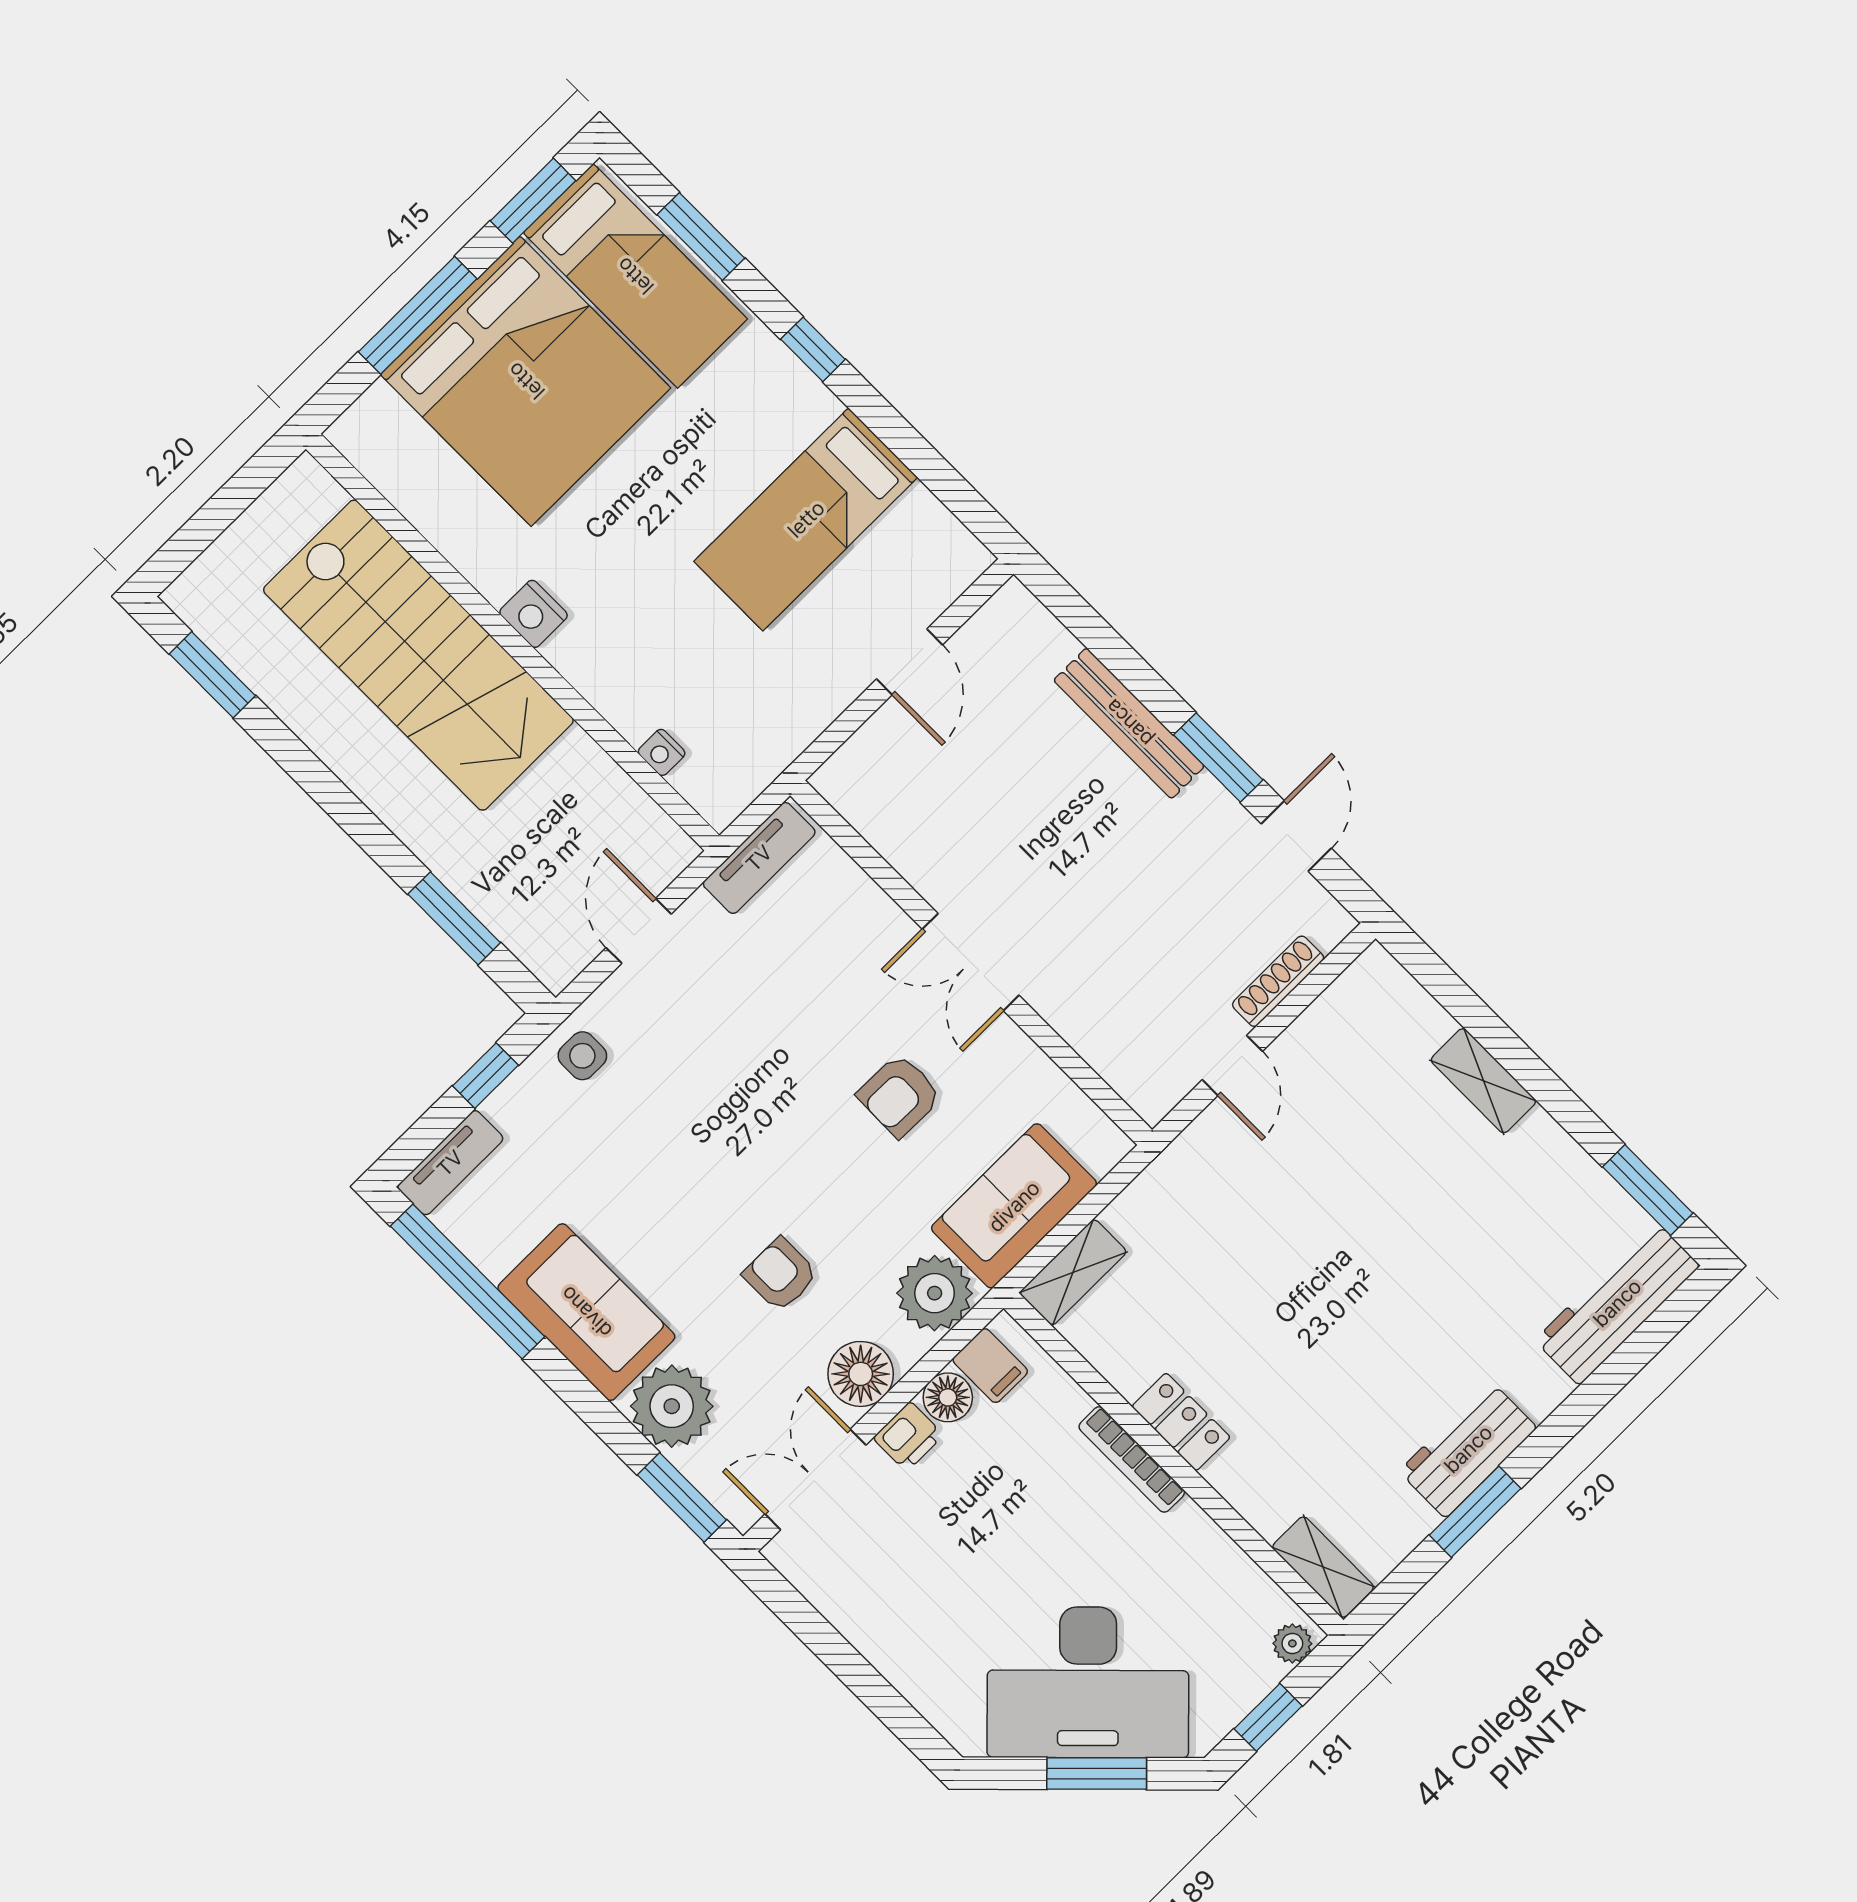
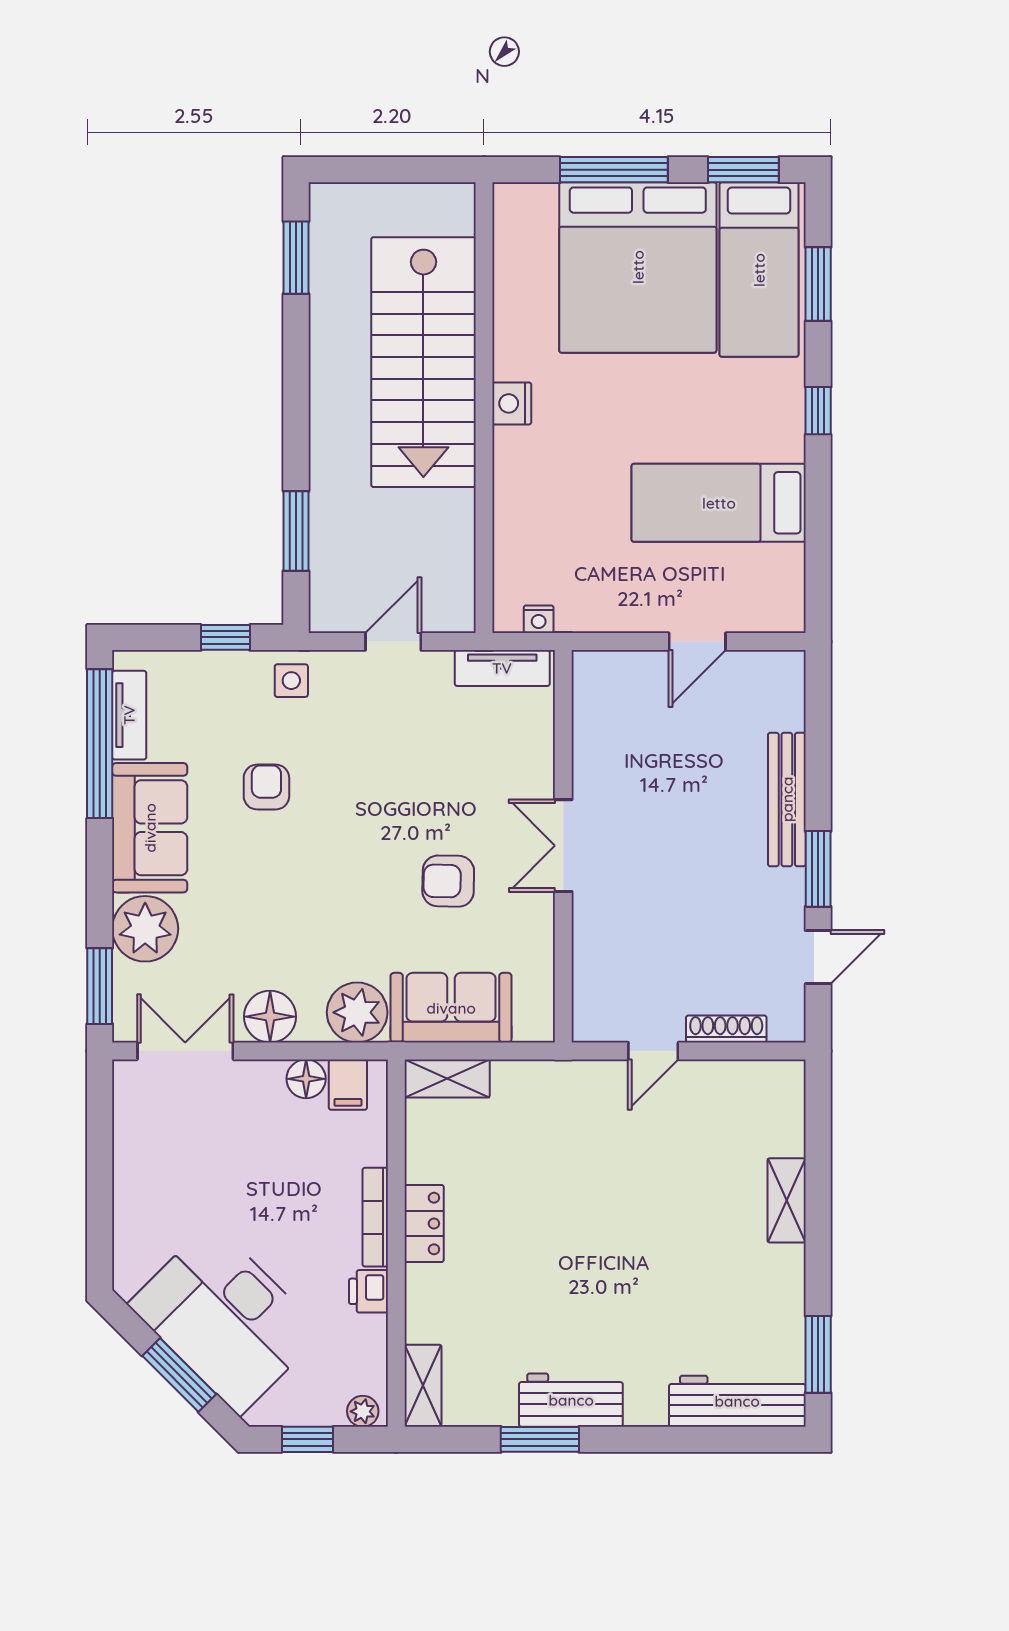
nightstand: (662, 752) -> (539, 619), moved, turned -90
tv unit: (450, 1163) -> (129, 715), moved, turned -90
armchair: (780, 1275) -> (266, 787), moved
printer: (908, 1436) -> (368, 1291), moved, turned 90

